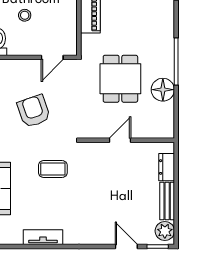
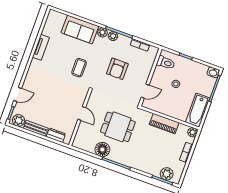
door: (52, 57) -> (145, 91), swing flipped
armchair: (34, 111) -> (117, 69), turned 109

